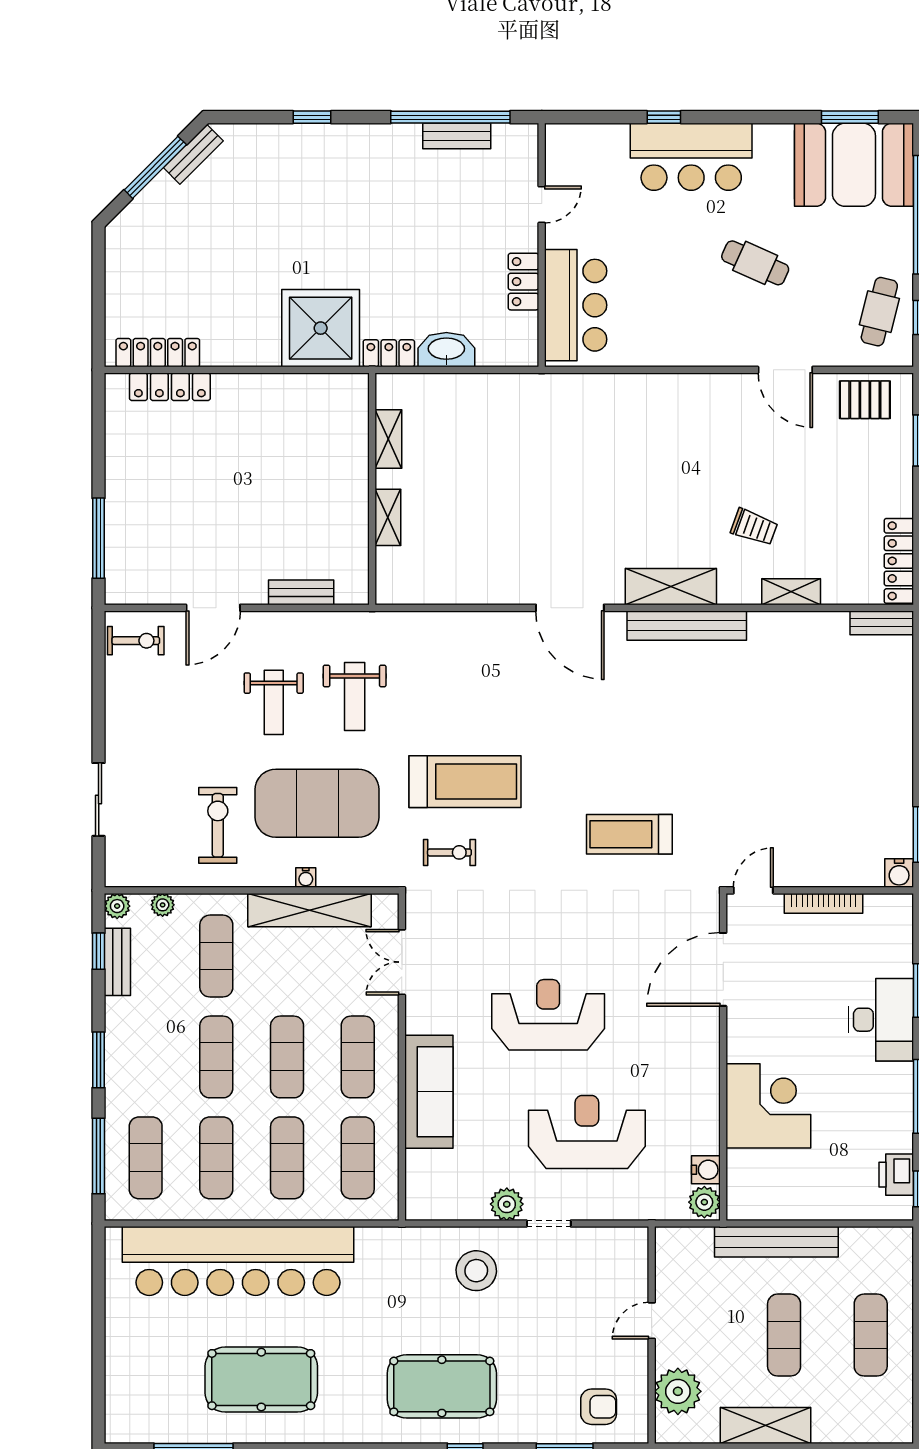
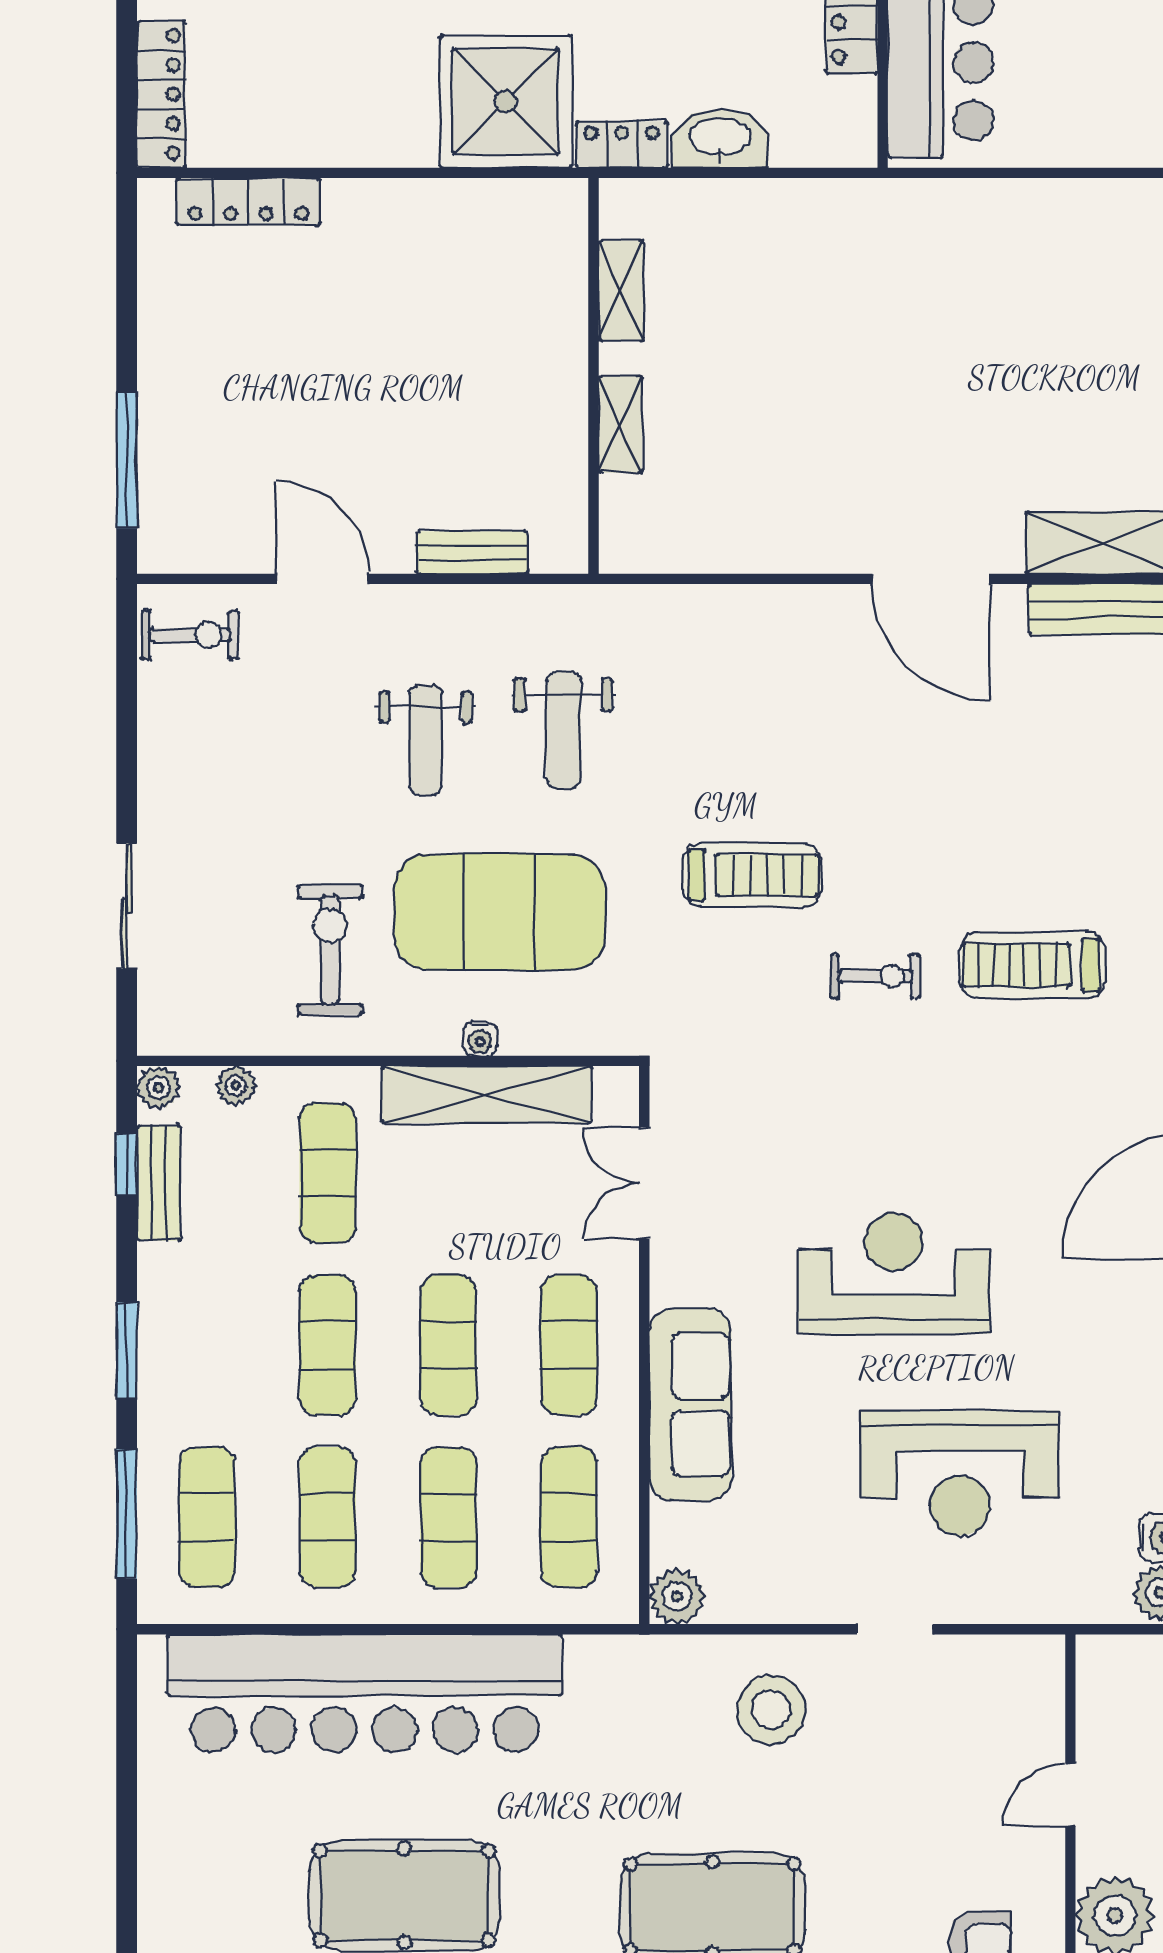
locker: (158, 353) -> (161, 94), moved, turned 90
door: (213, 608) -> (322, 579), swing flipped
treadmill: (465, 782) -> (752, 875), width x0.73, depth x0.73
exercise bike: (449, 852) -> (875, 976), moved
reception desk: (587, 1132) -> (960, 1473), turned 180
plant: (507, 1204) -> (677, 1596), moved

